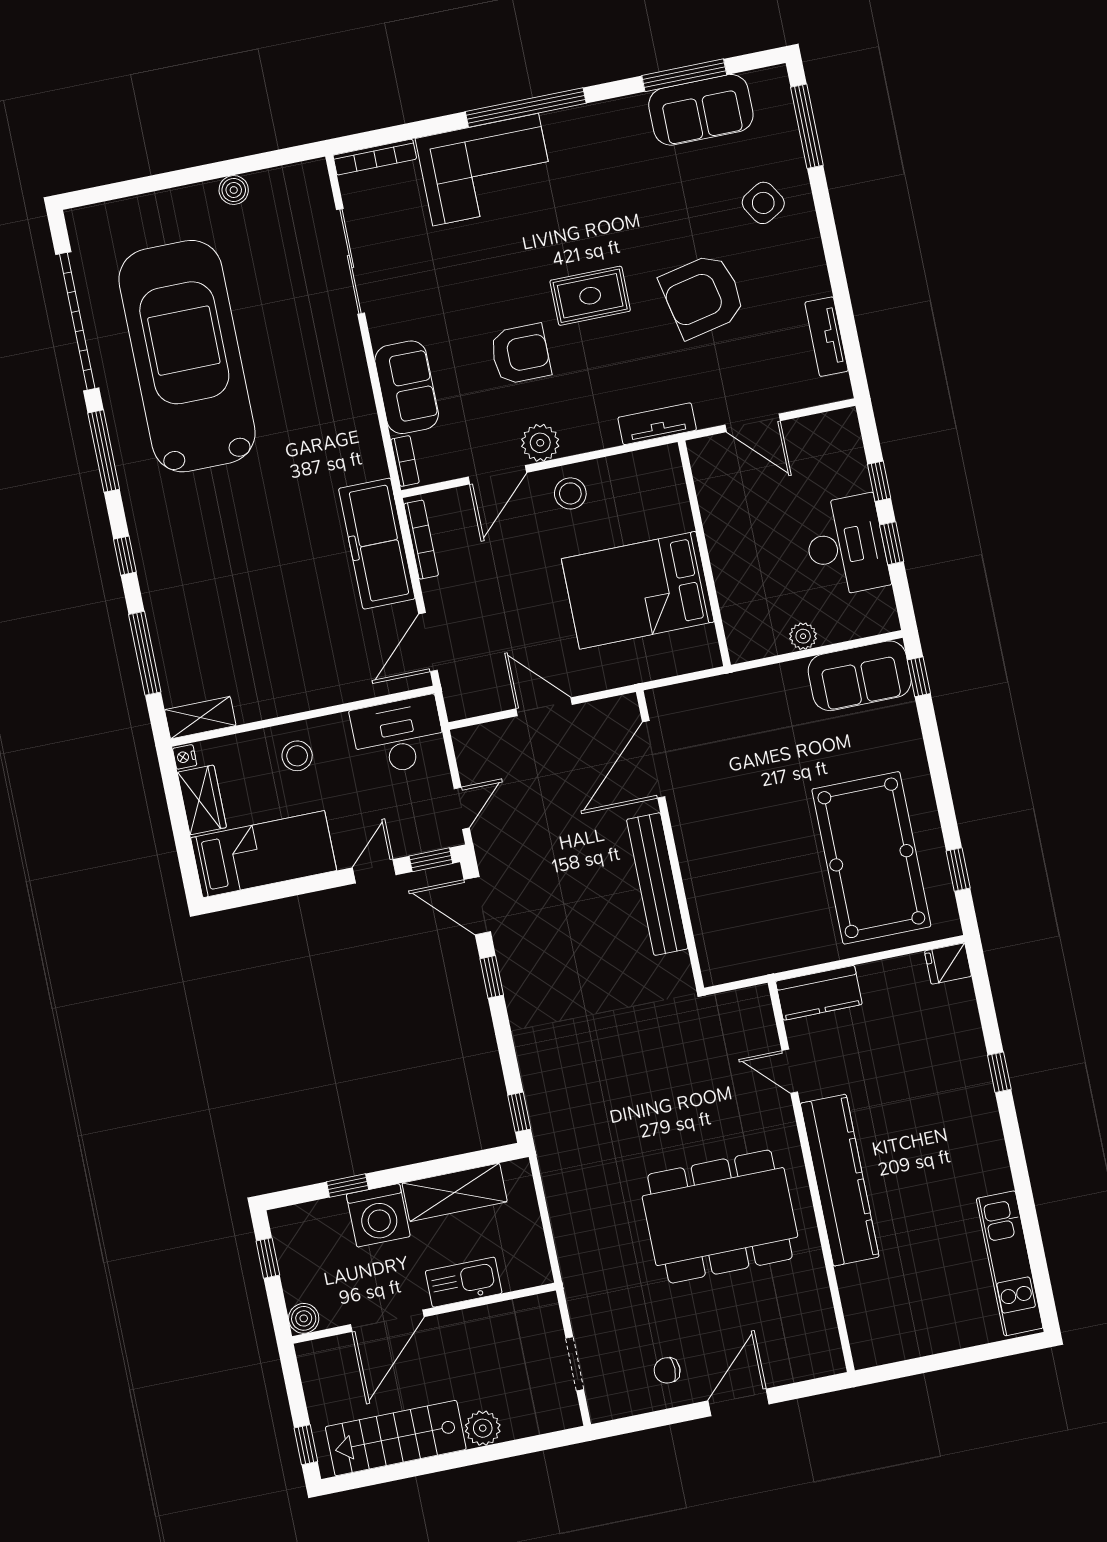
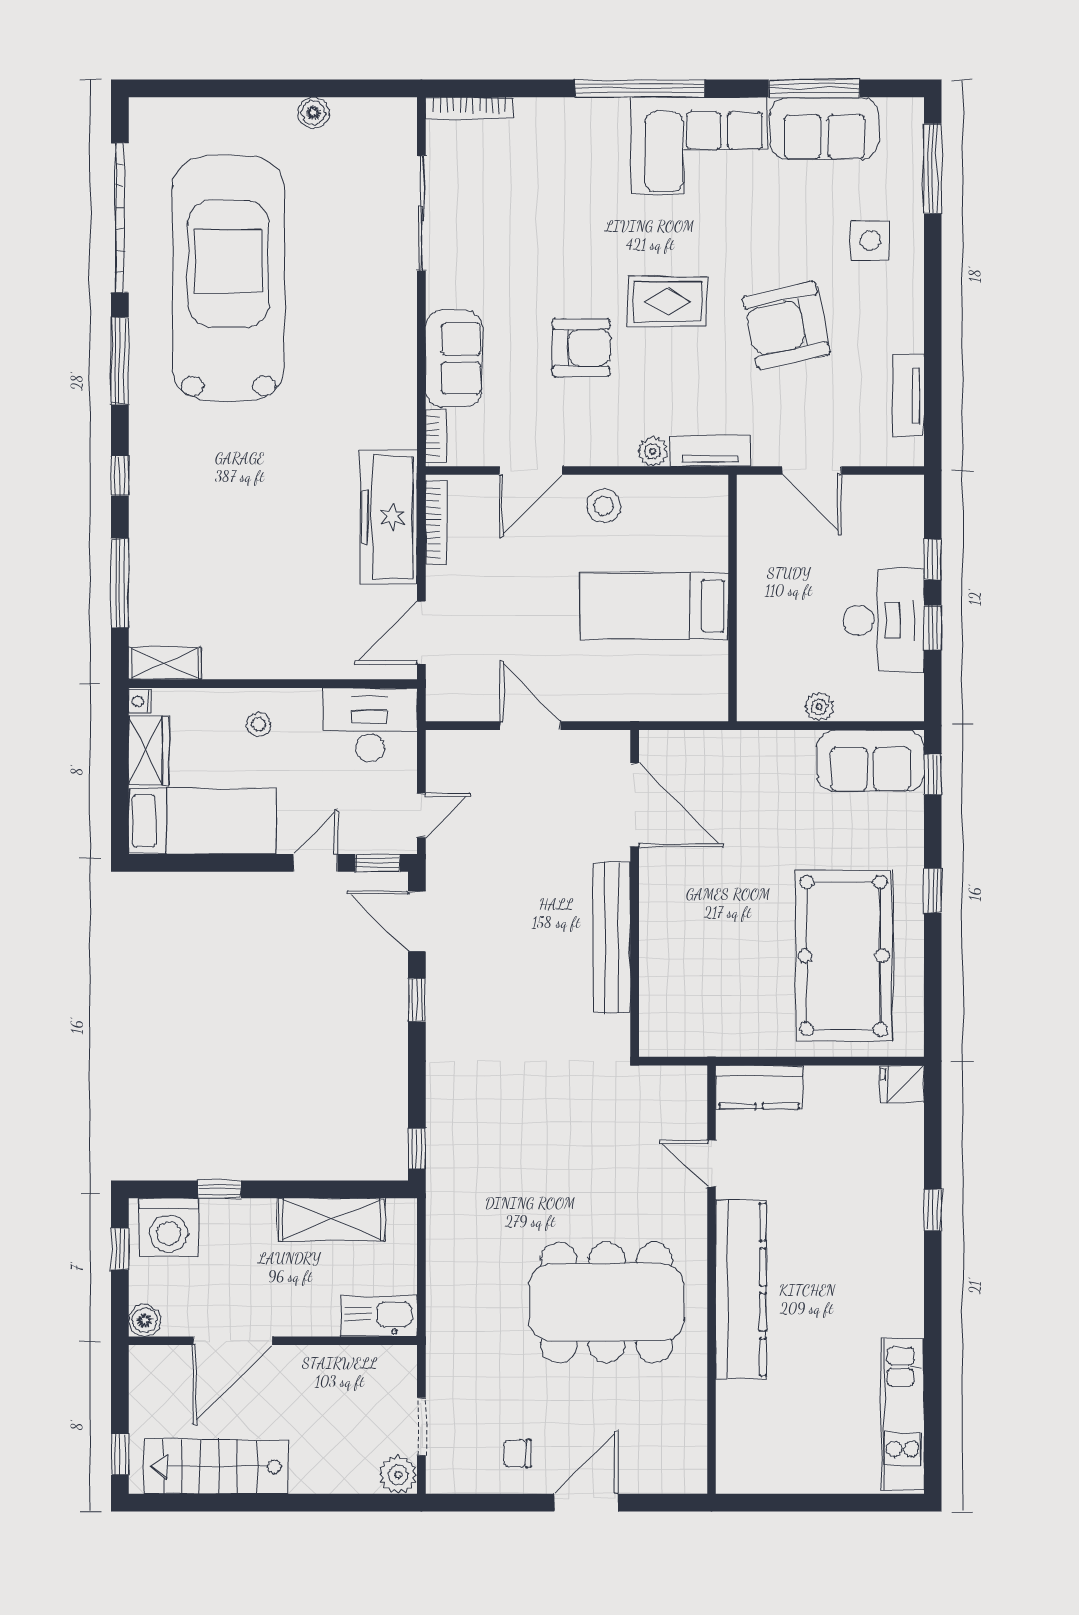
corner sofa: (486, 170) -> (699, 146), moved
side table: (763, 203) -> (870, 240), turned 31
plant: (540, 443) -> (653, 451), moved, width x0.73, depth x0.73
bed: (638, 590) -> (654, 606), width x0.67
stool: (297, 756) -> (259, 724), width x0.73, depth x0.73
door: (654, 759) -> (635, 805), swing flipped
window: (958, 869) -> (933, 890), moved
washing machine: (378, 1215) -> (169, 1227), moved
kitchen sink: (464, 1282) -> (379, 1316), moved
plant: (483, 1428) -> (398, 1475), moved

